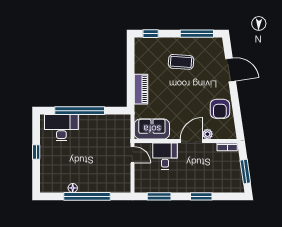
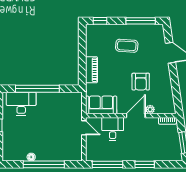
armchair: (220, 109) -> (141, 82), moved
window: (159, 196) -> (107, 164), width x1.44

